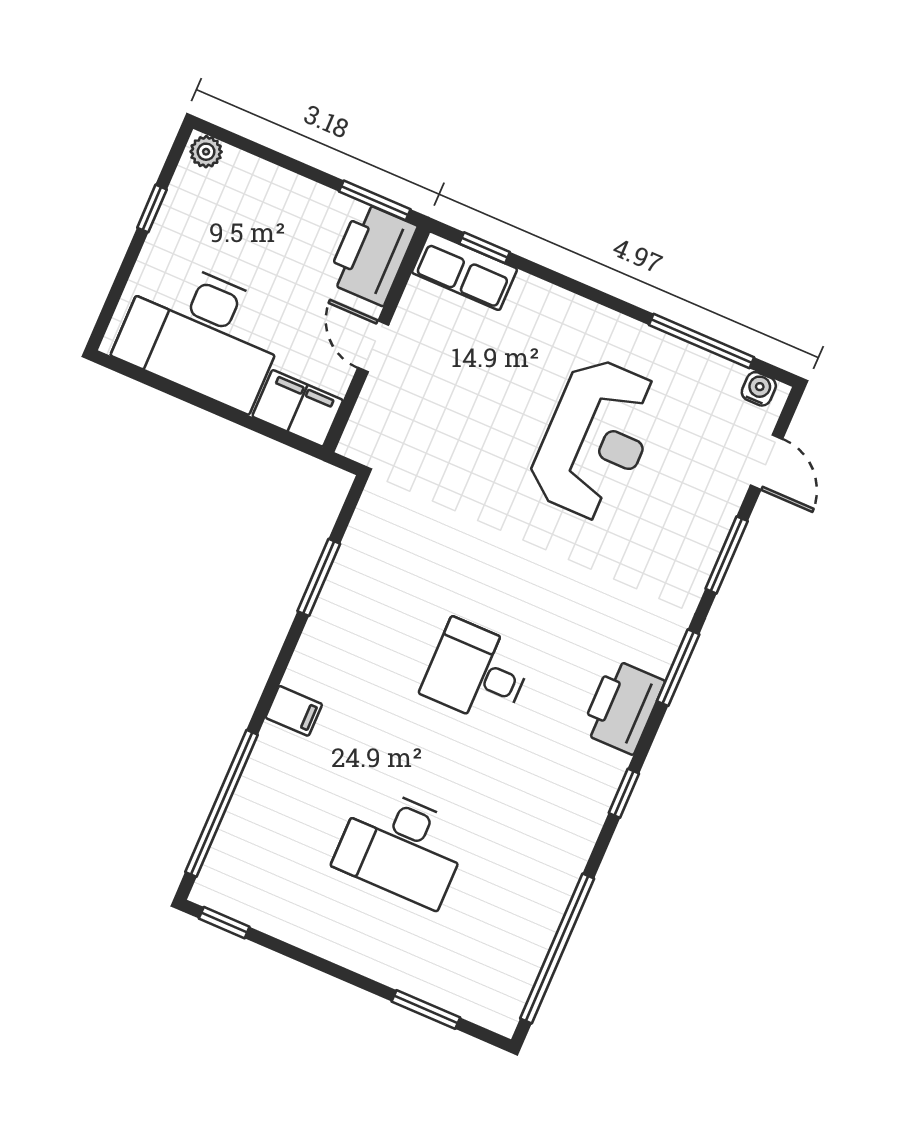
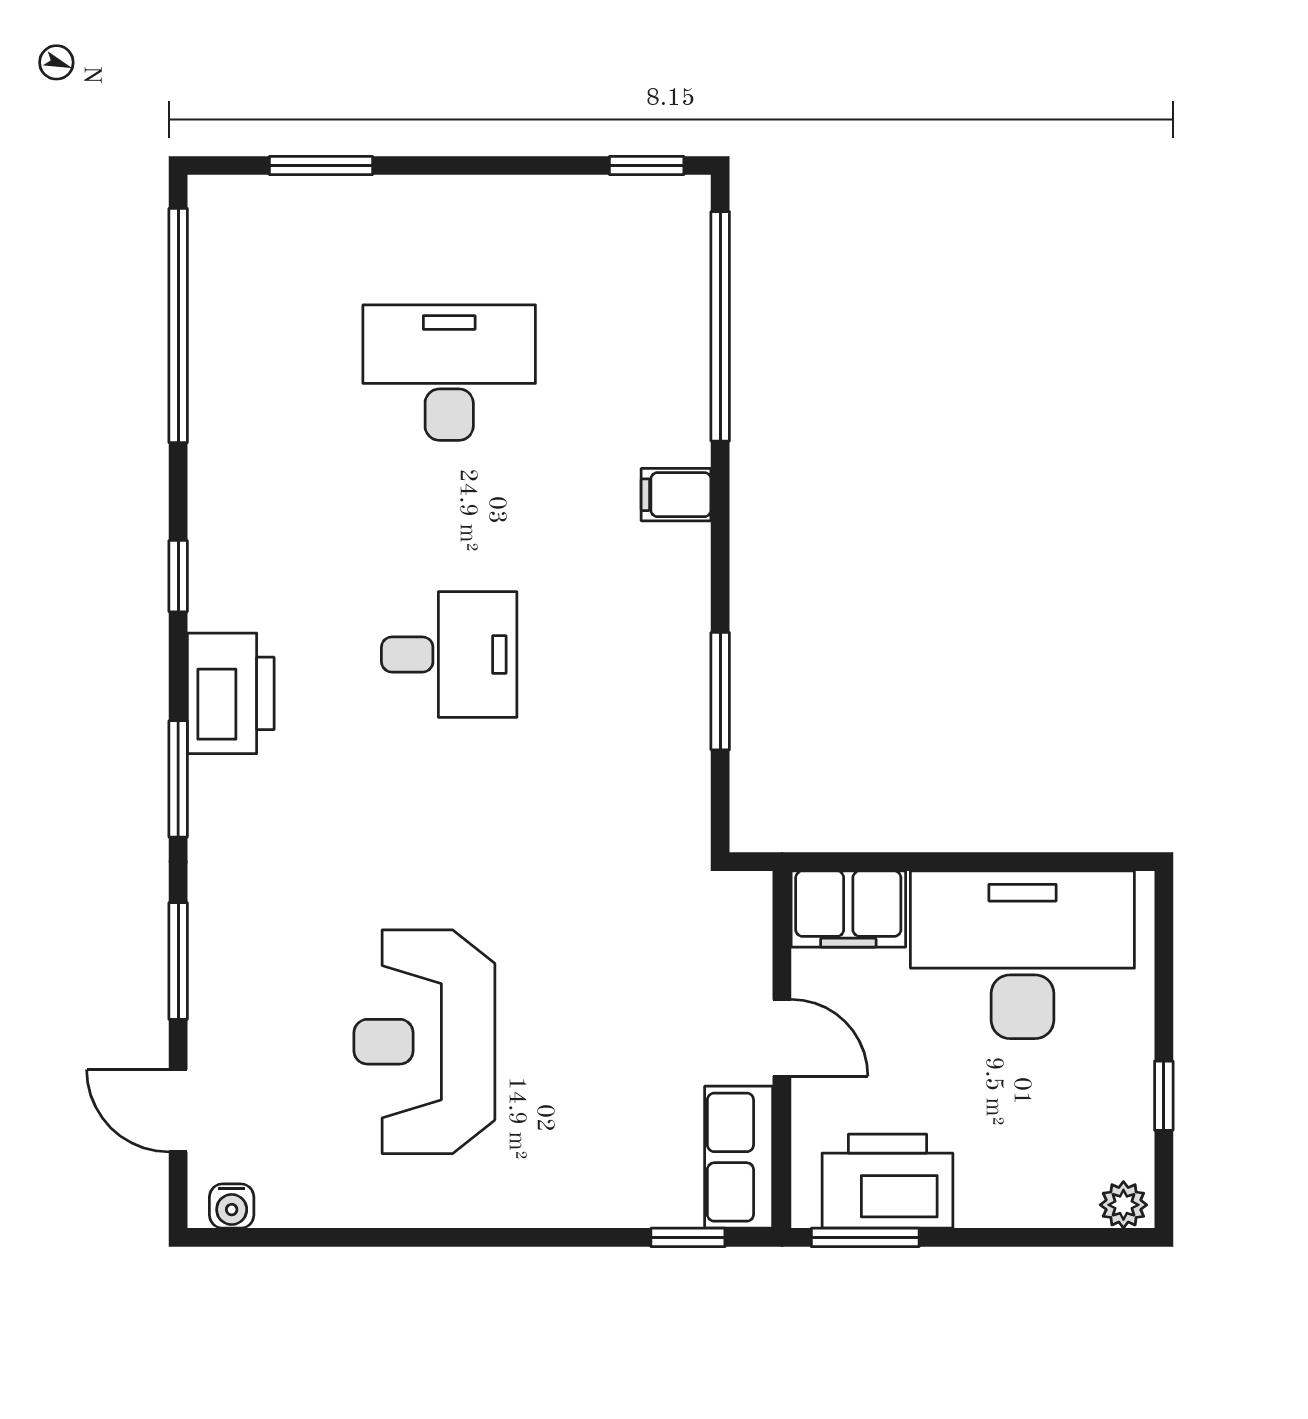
printer: (372, 254) -> (887, 1181), moved, turned -90
row of seats: (465, 271) -> (739, 1157), moved, turned -90
window: (701, 341) -> (338, 1237), removed

